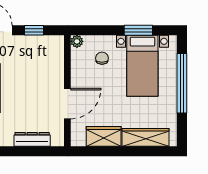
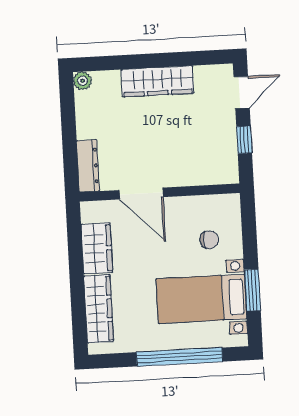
plant: (77, 41) -> (232, 202), removed
dresser: (32, 139) -> (88, 166), moved

